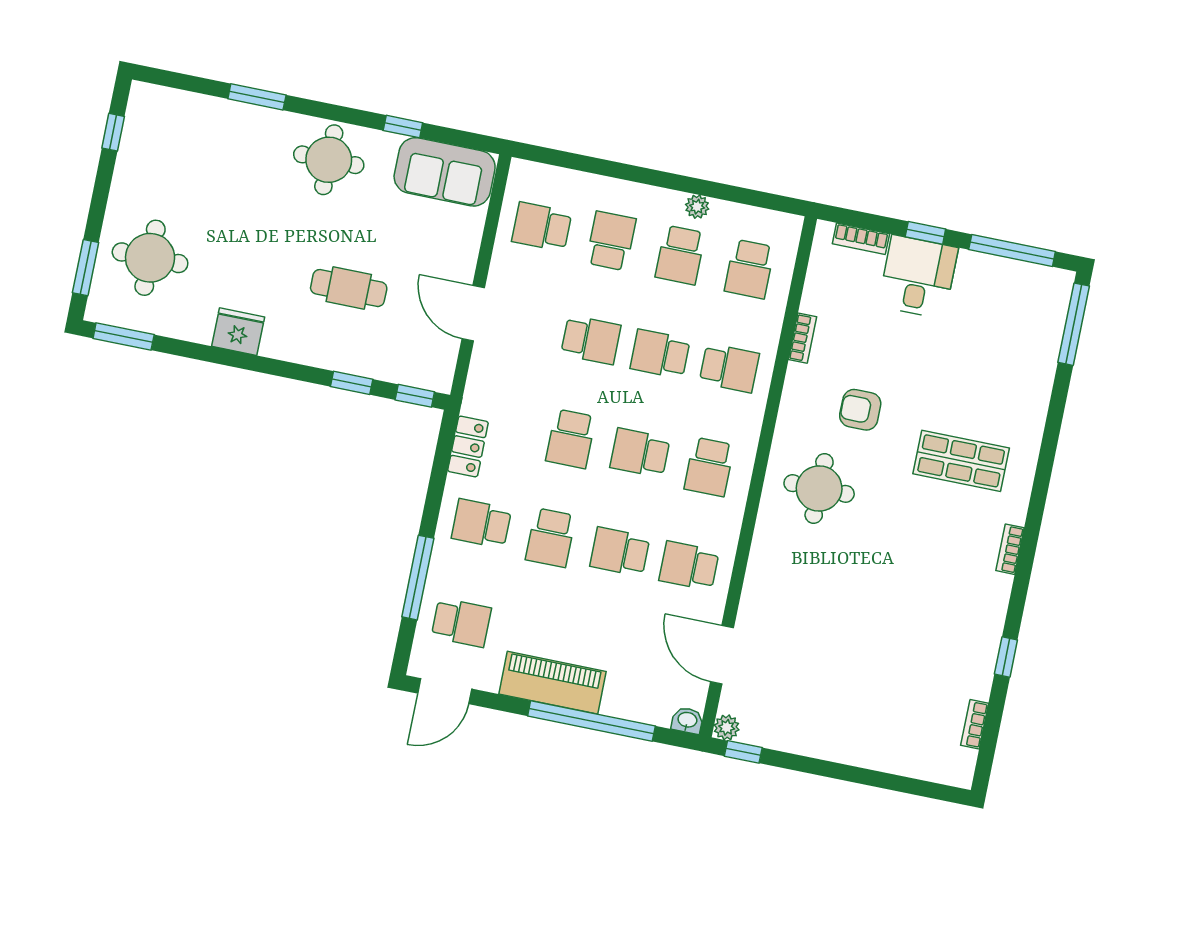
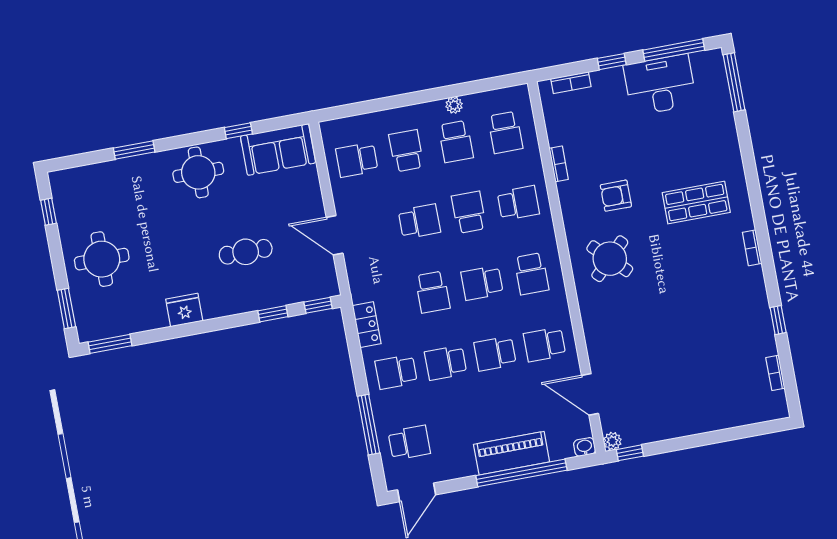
round table: (150, 258) -> (102, 259), moved
desk: (918, 277) -> (660, 85), moved, width x1.37
school desk: (660, 354) -> (469, 212), turned 90
round table: (819, 488) -> (610, 259), turned 45
school desk: (551, 538) -> (446, 363), turned 90
piano: (553, 683) -> (512, 453), moved

